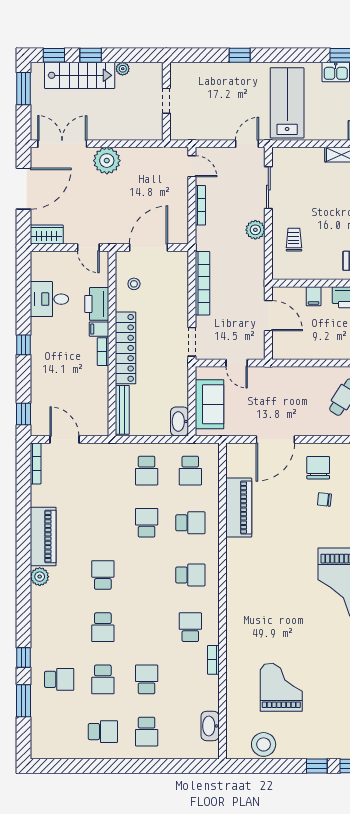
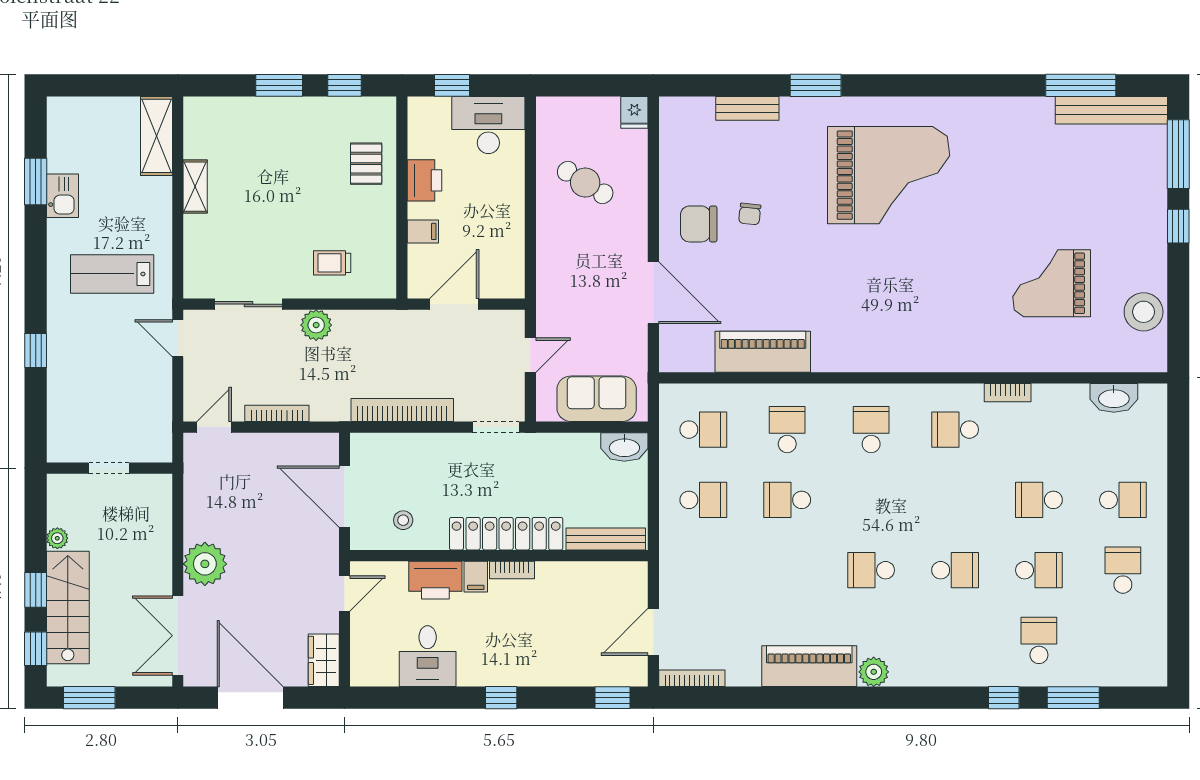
lab bench: (287, 103) -> (112, 274), width x0.73, depth x0.72

